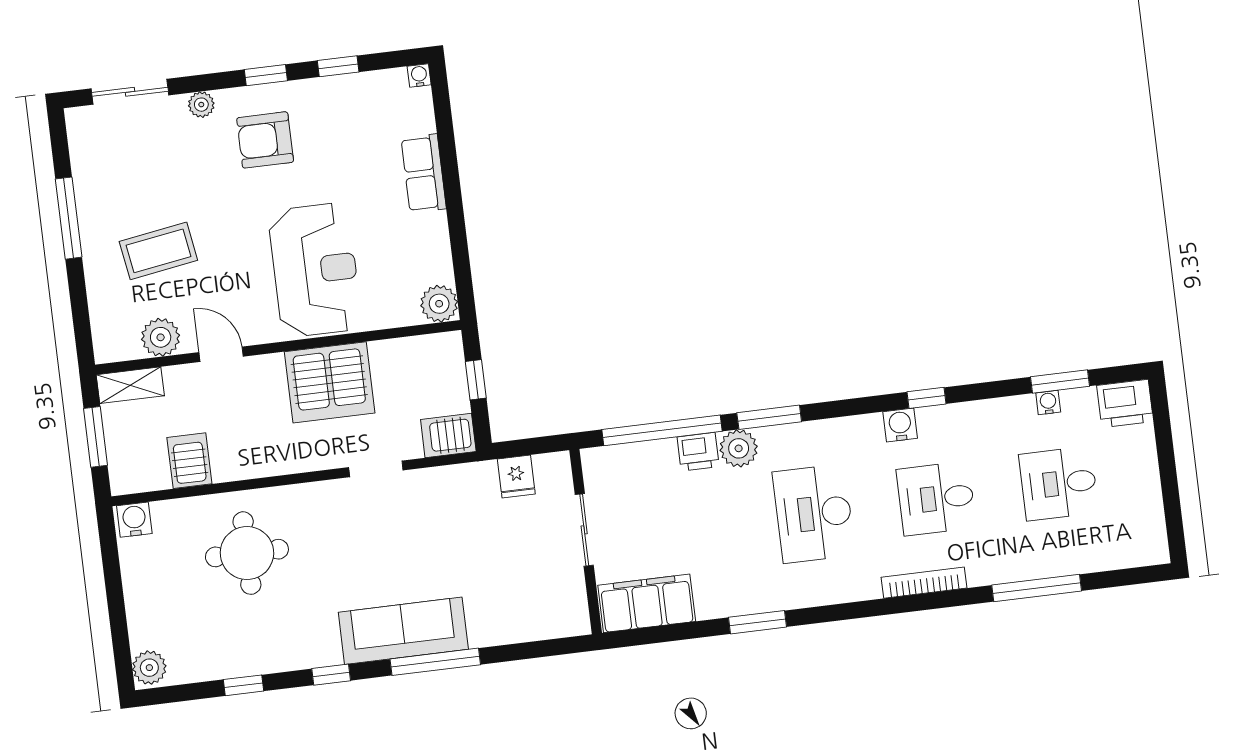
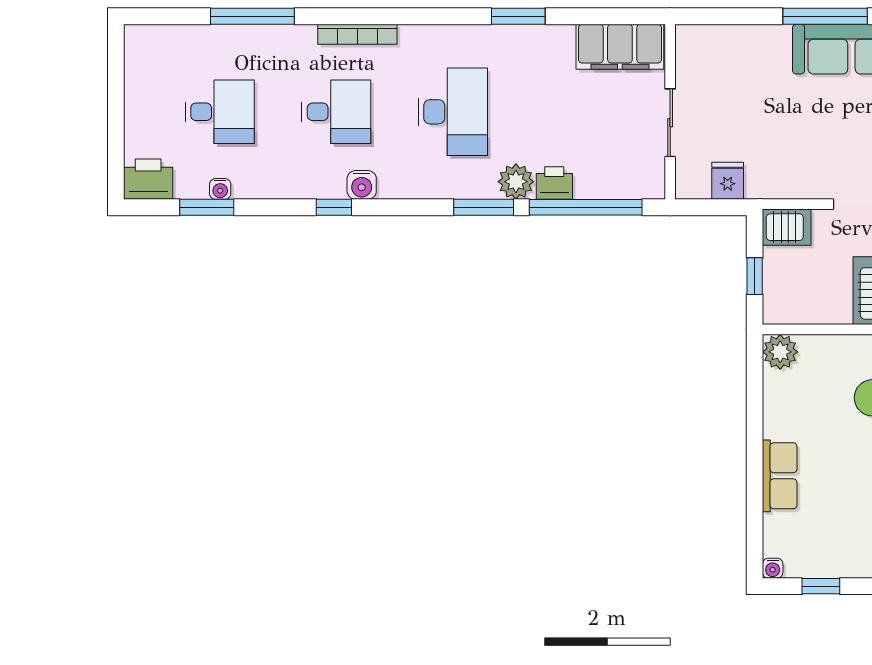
window: (338, 66) -> (821, 586), moved

